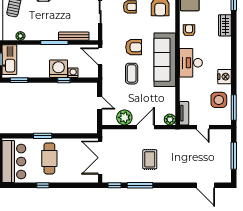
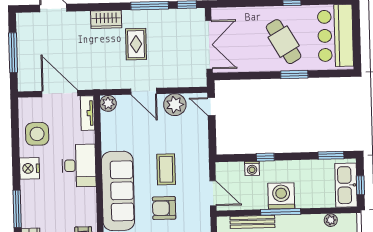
desk: (191, 63) -> (79, 166), moved
washing machine: (59, 69) -> (281, 196), moved, turned 180
door: (100, 103) -> (211, 106), moved
window: (234, 108) -> (17, 209), moved
door: (145, 127) -> (144, 91), hinge flipped
door: (203, 127) -> (60, 94), width x1.88
cafe table: (49, 158) -> (284, 42), turned -30
wardrobe: (170, 177) -> (106, 19), added

